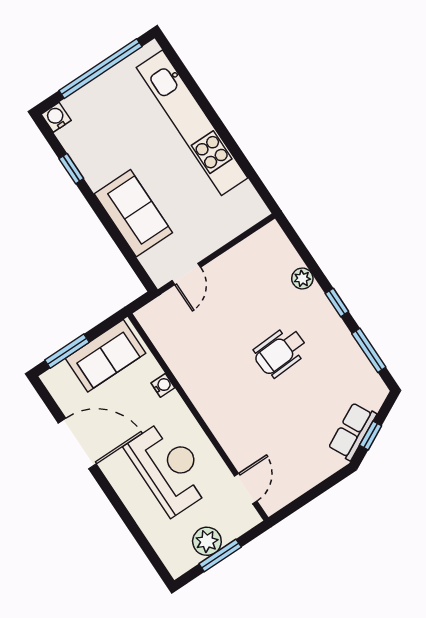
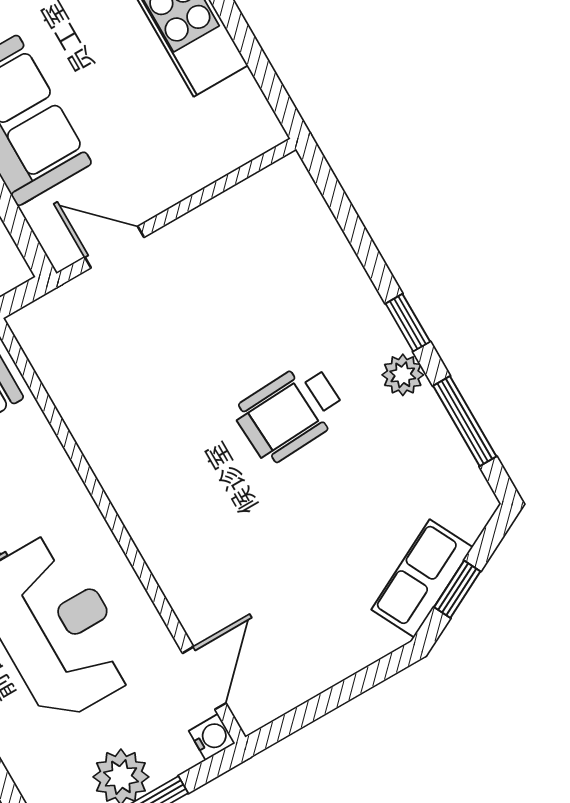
door: (186, 274) -> (114, 247), swing flipped
plant: (302, 279) -> (403, 375), moved
water cooler: (163, 385) -> (212, 737), moved

